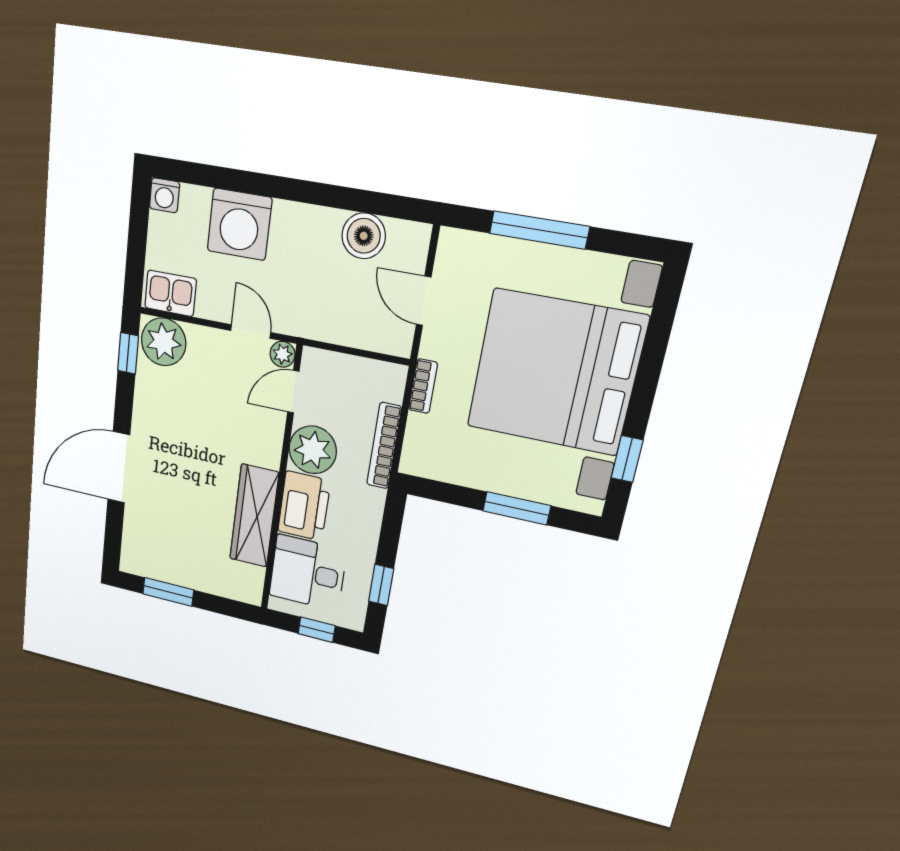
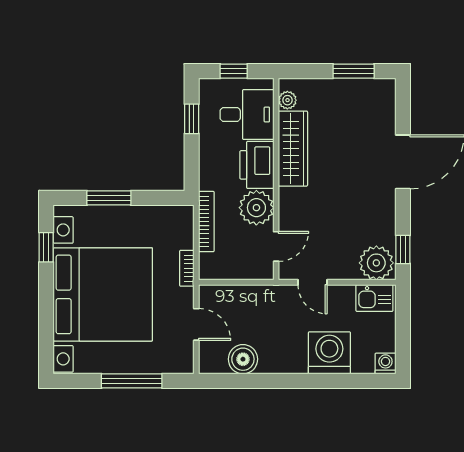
plant: (283, 354) -> (287, 100), moved

